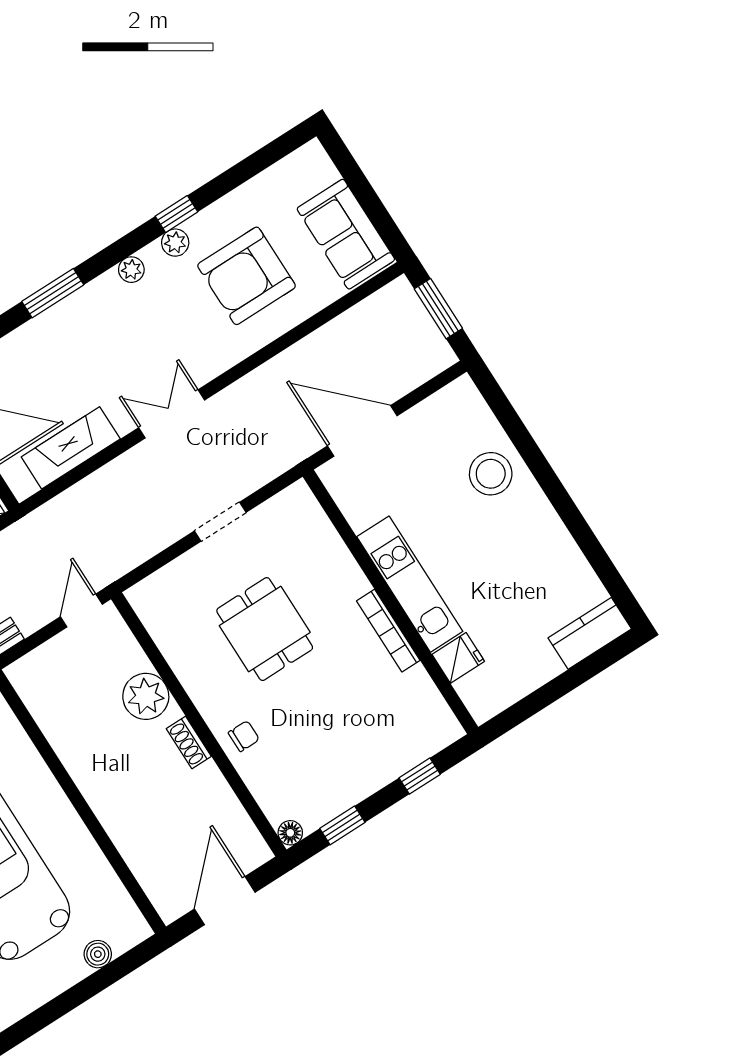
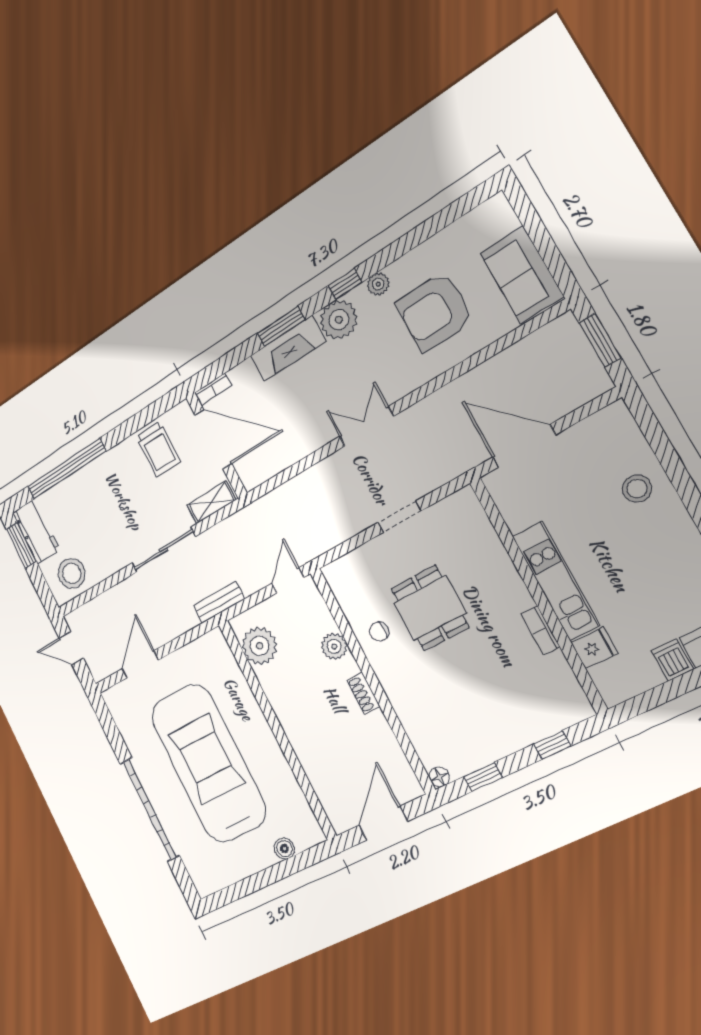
window: (177, 214) -> (345, 284), moved
plant: (131, 270) -> (339, 320), width x1.88, depth x1.88
fireplace: (71, 448) -> (288, 349), moved, turned 180
stool: (491, 474) -> (637, 489), width x0.73, depth x0.73
bookcase: (388, 631) -> (540, 630), width x0.64
dishwasher: (543, 663) -> (672, 660), added
plant: (146, 696) -> (334, 646), width x0.73, depth x0.73
plant: (48, 697) -> (260, 646), added
chair: (244, 736) -> (379, 631), moved, turned 180

